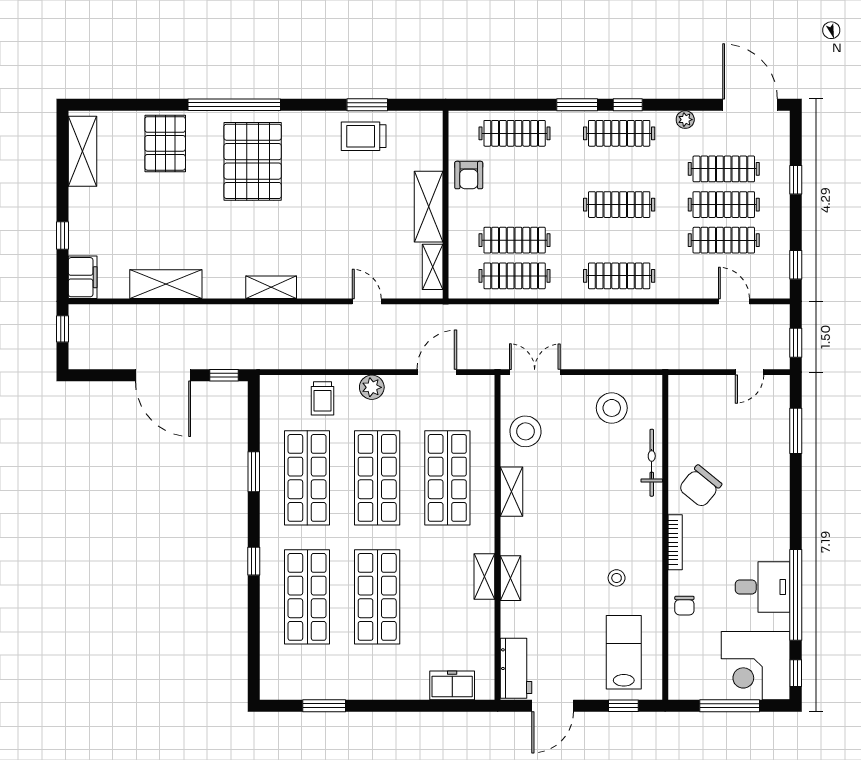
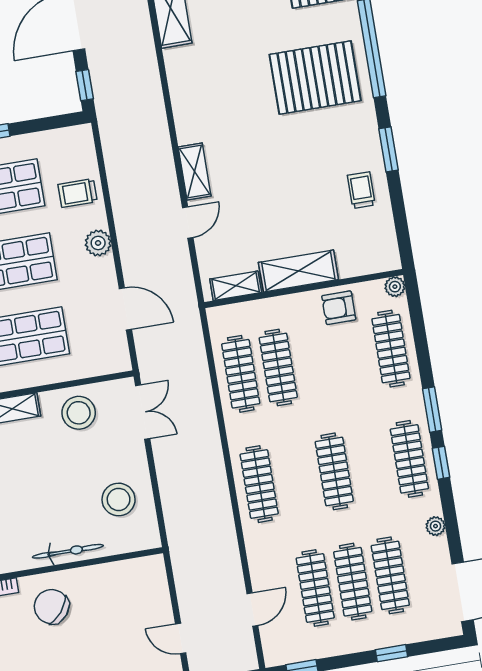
window: (367, 105) -> (389, 149), moved
plant: (458, 120) -> (395, 287), added
trolley: (364, 136) -> (361, 190), width x0.73, depth x0.72
shelving: (271, 287) -> (195, 171), moved

